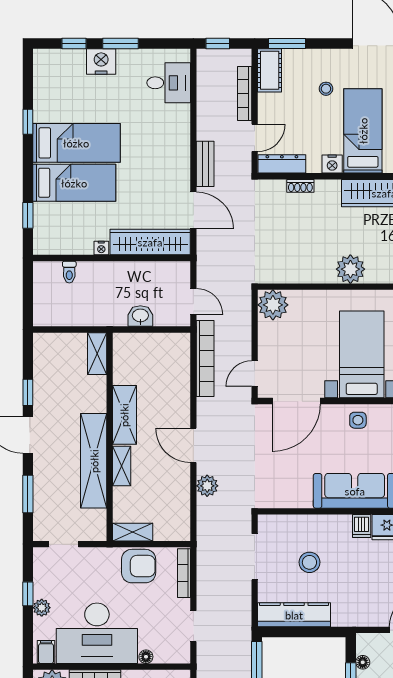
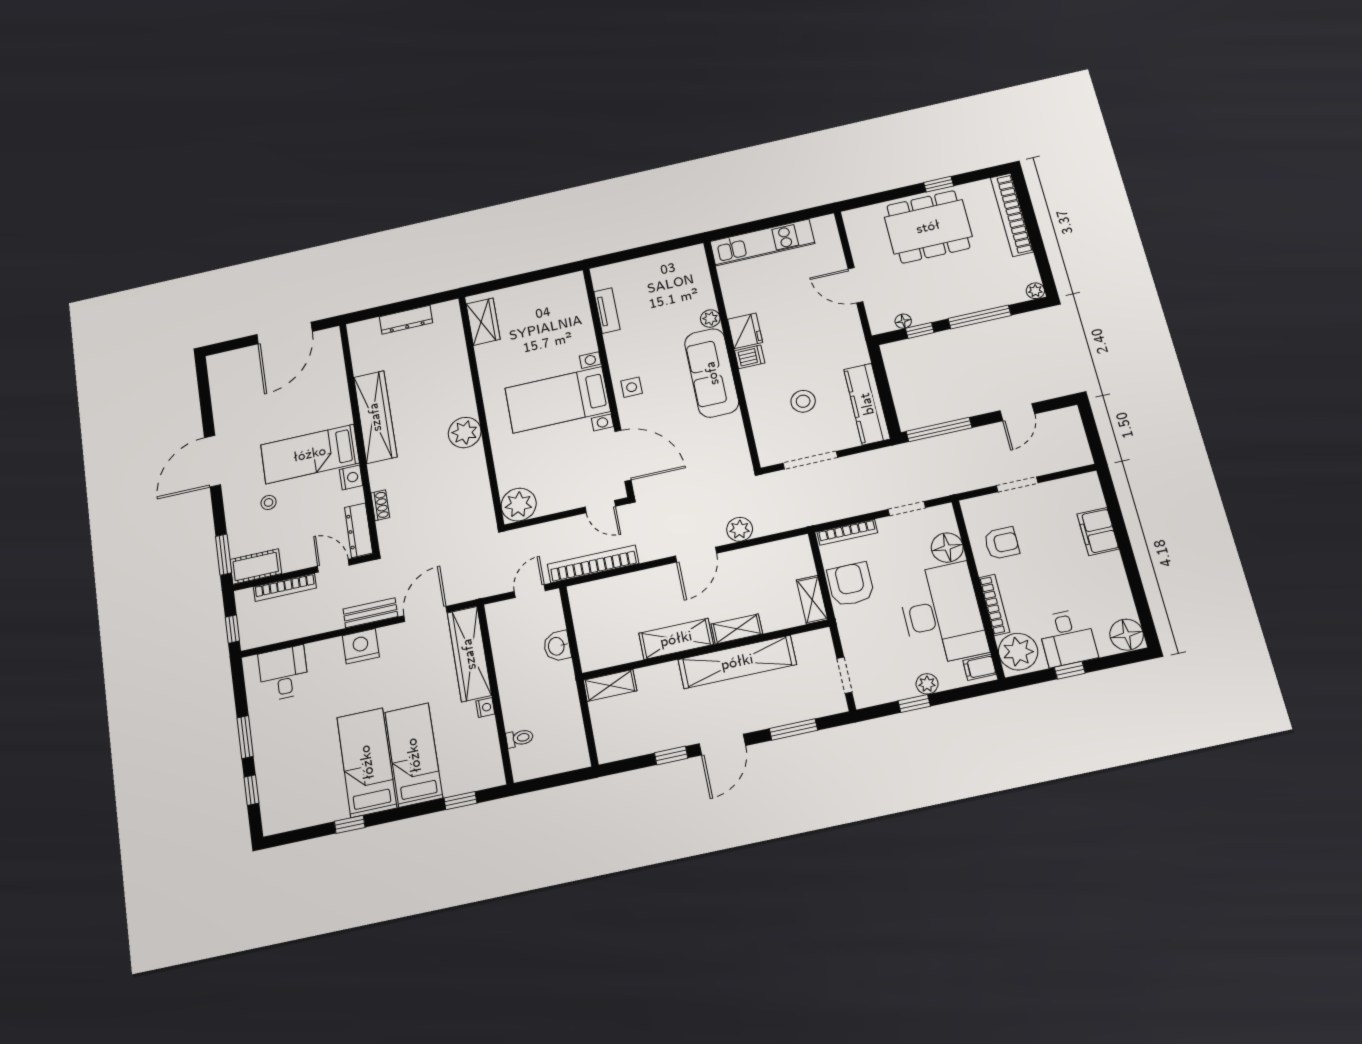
nightstand: (101, 62) -> (361, 646), moved, turned 90
floor lamp: (146, 657) -> (947, 548), width x1.89, depth x1.89

